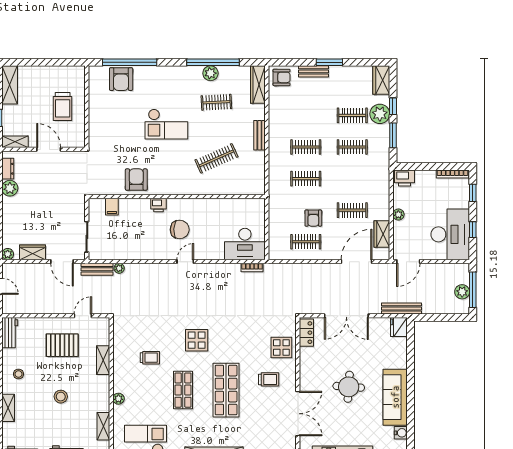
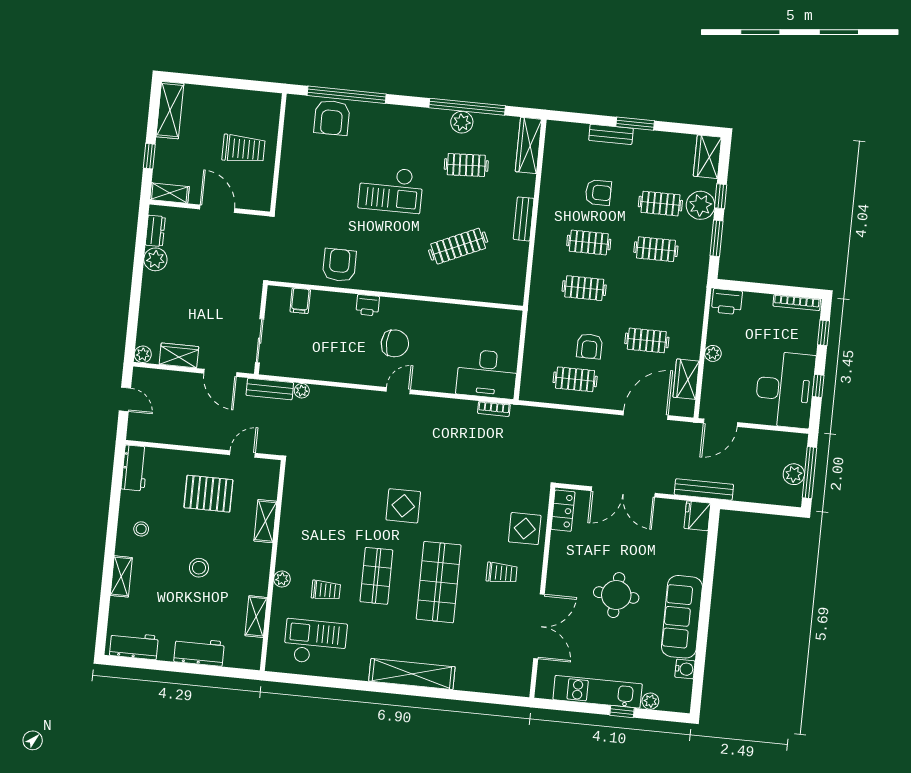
armchair: (282, 77) -> (598, 193), moved
trolley: (63, 107) -> (243, 149), turned -90
trolley: (150, 358) -> (326, 590), moved

